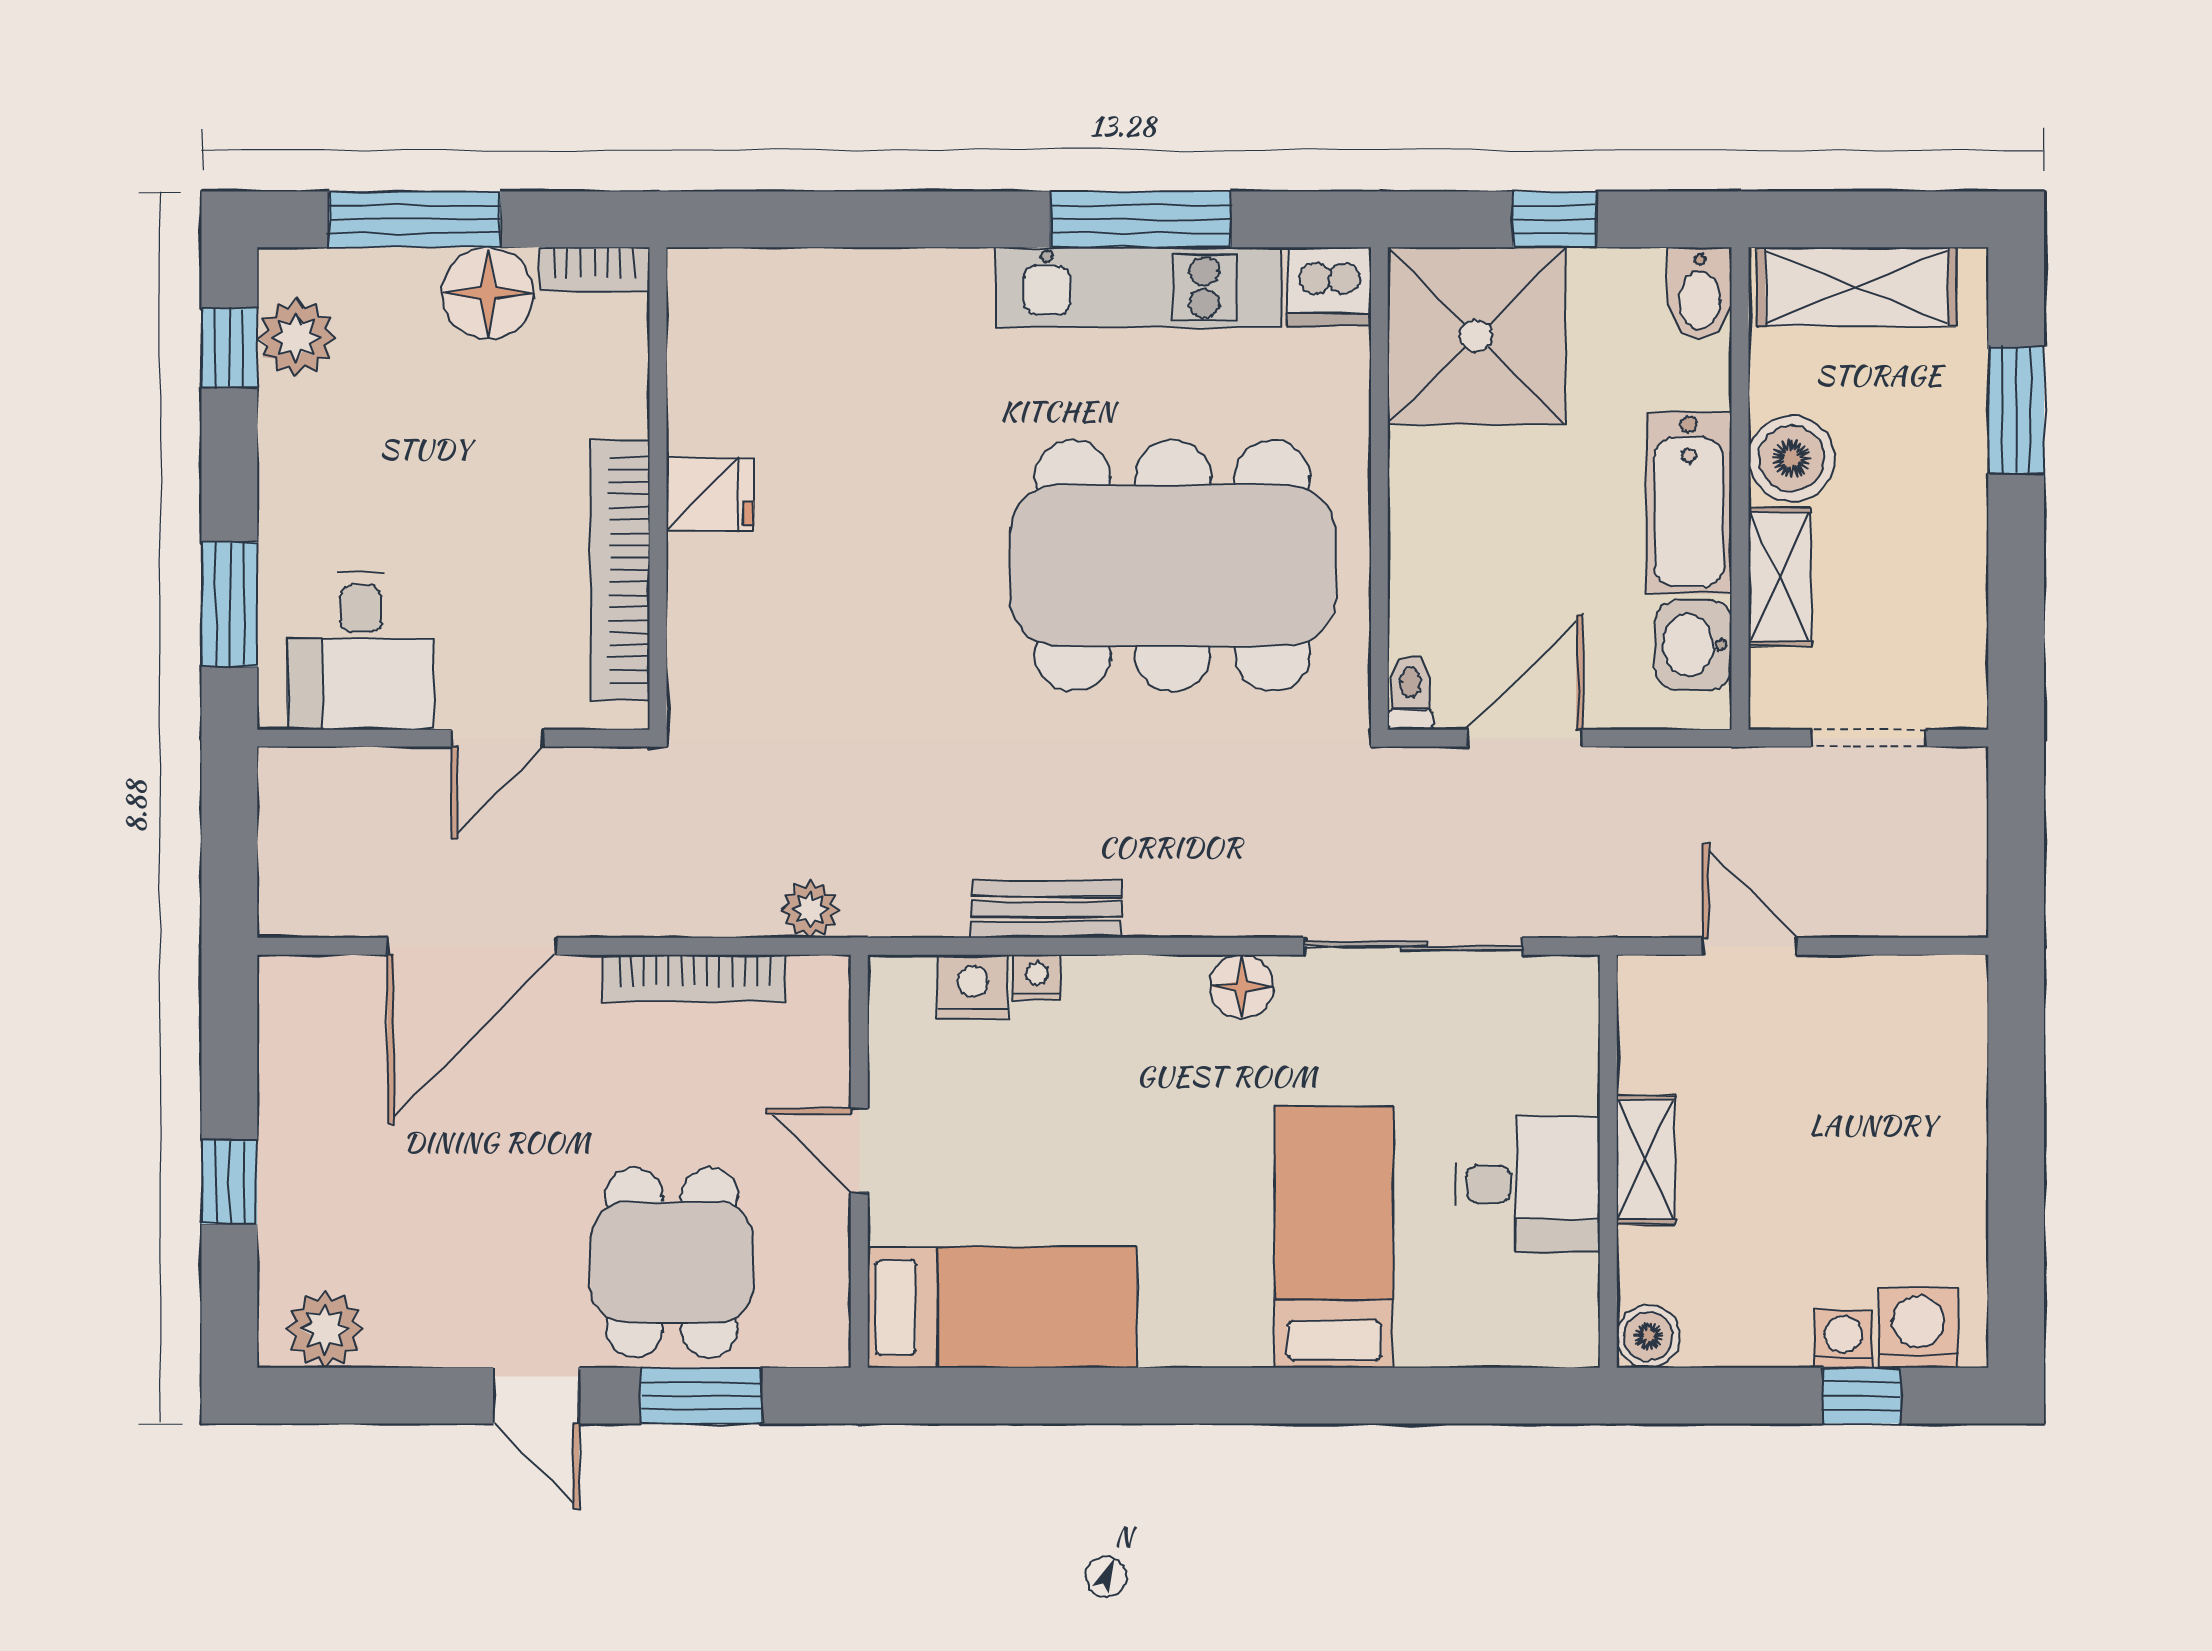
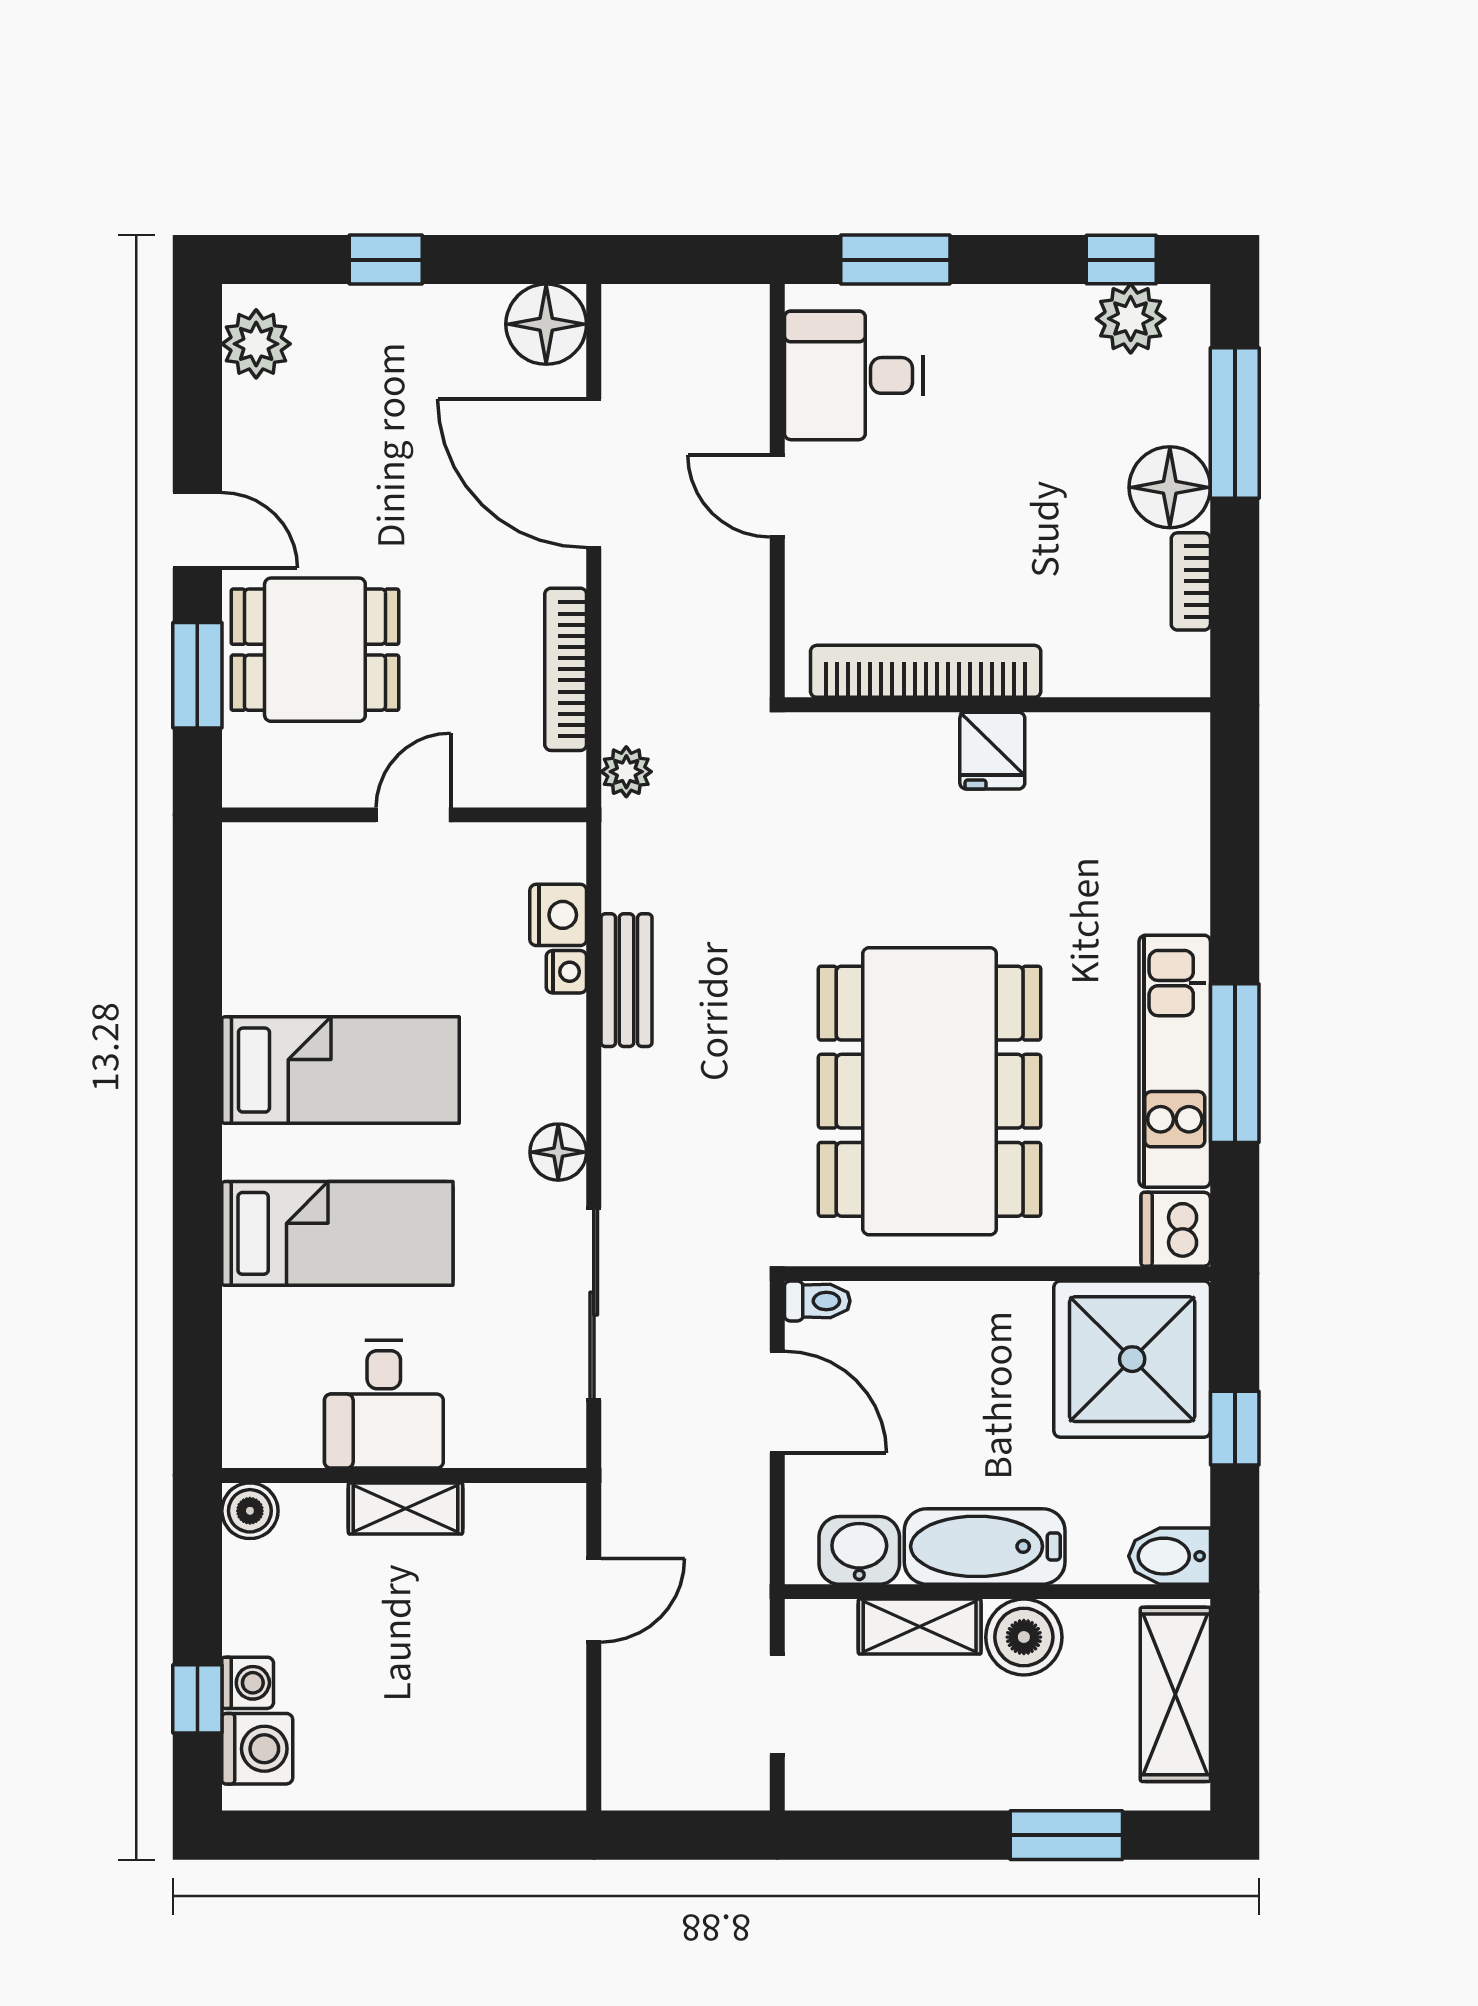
wall: (658, 488) -> (997, 705), moved
fridge: (710, 494) -> (992, 751), moved
bookcase: (620, 570) -> (926, 671), moved
floor lamp: (303, 1000) -> (546, 324), added
bed: (1002, 1307) -> (341, 1070), moved, turned -90
door: (536, 1396) -> (197, 530), swing flipped

